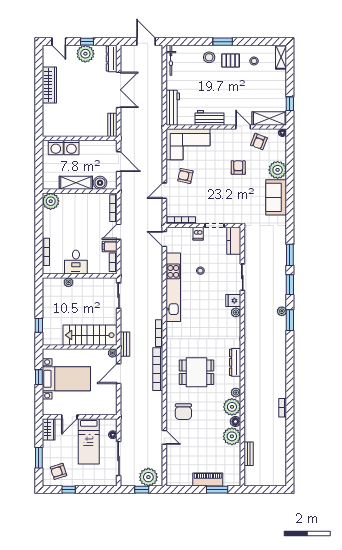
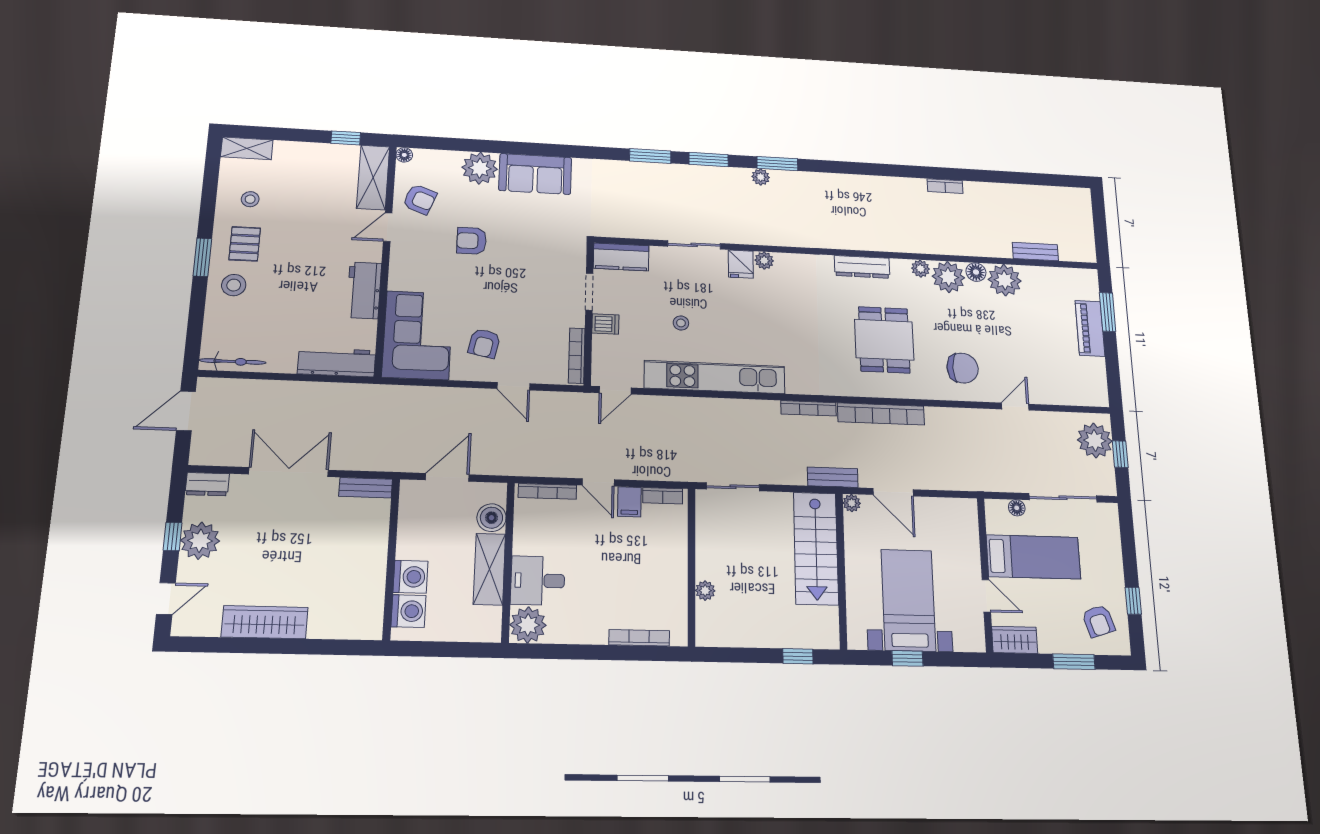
dresser: (112, 58) -> (207, 484), width x0.70
desk: (76, 262) -> (538, 581), moved, turned 180

